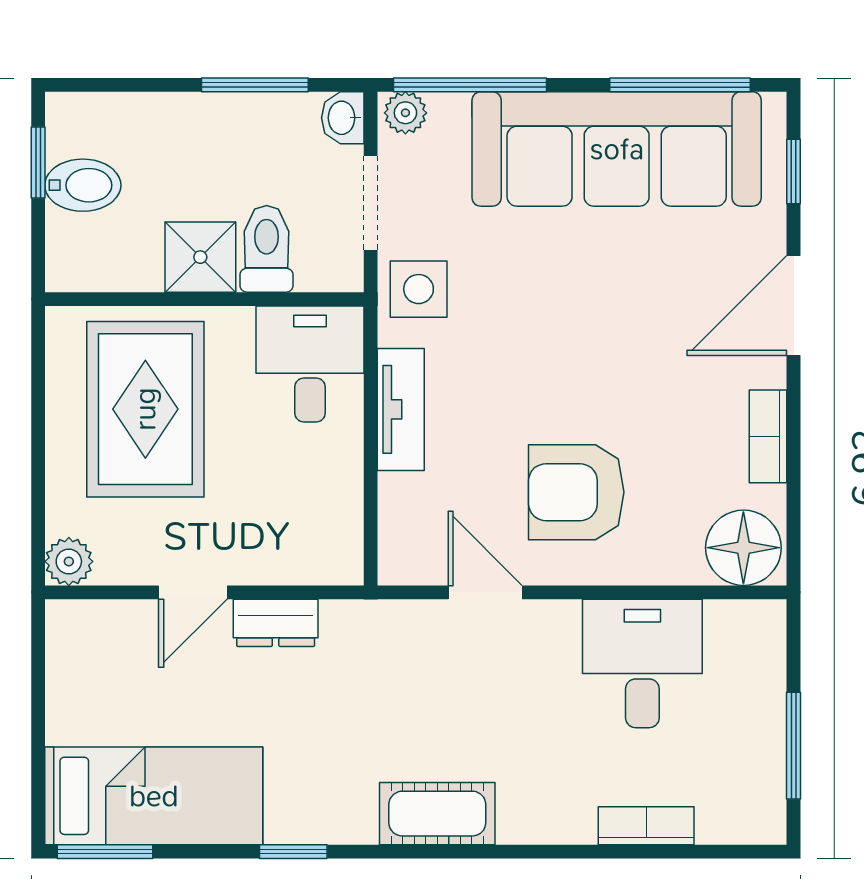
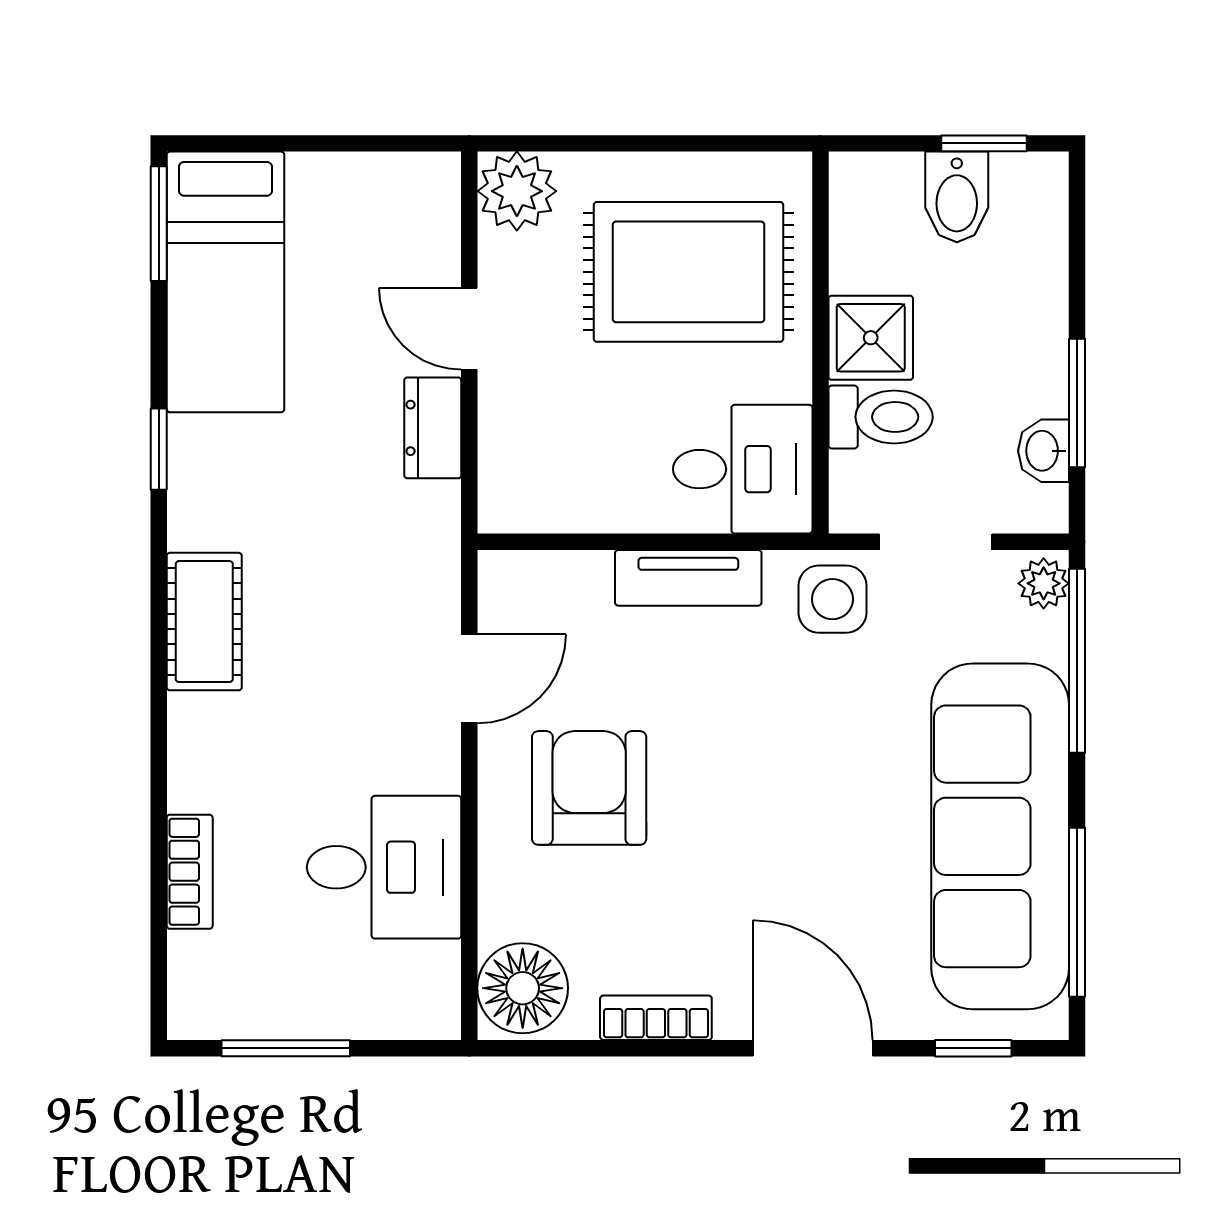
washbasin: (343, 118) -> (1044, 451), moved, turned -90
plant: (69, 561) -> (517, 191), width x1.38, depth x1.38

